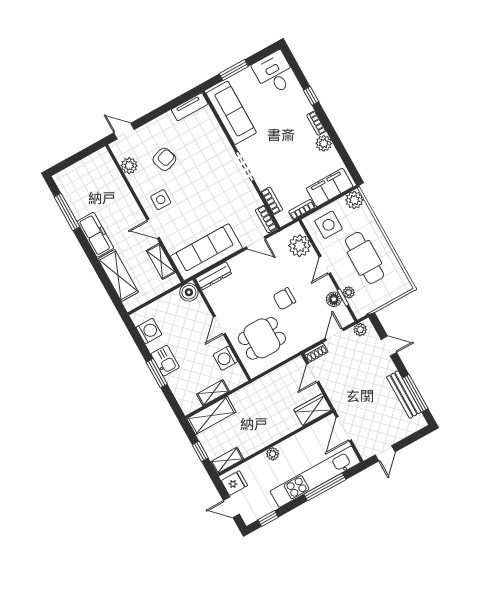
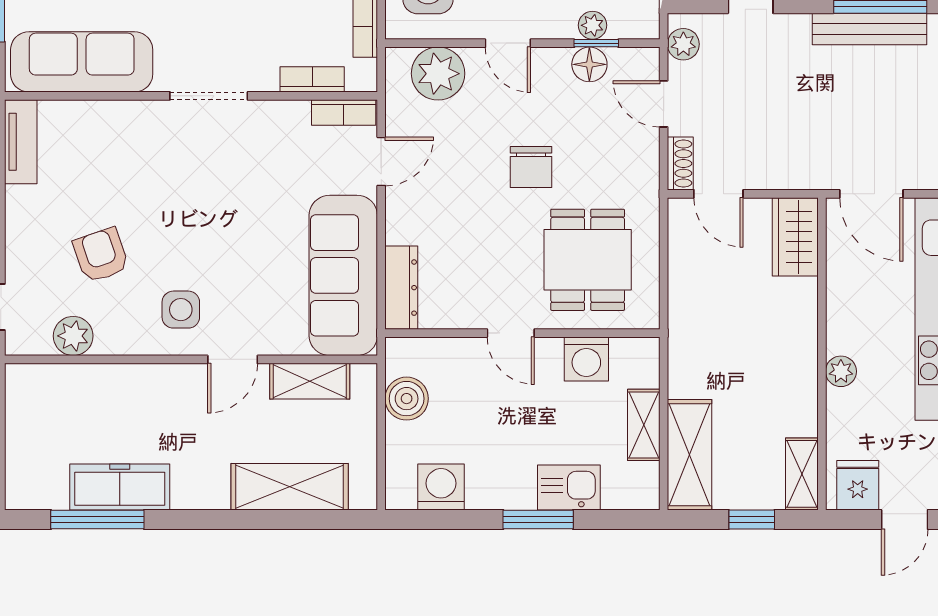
freezer: (95, 235) -> (120, 487), moved
boiler: (189, 292) -> (407, 399), moved
kitchen sink: (165, 361) -> (569, 487), moved

